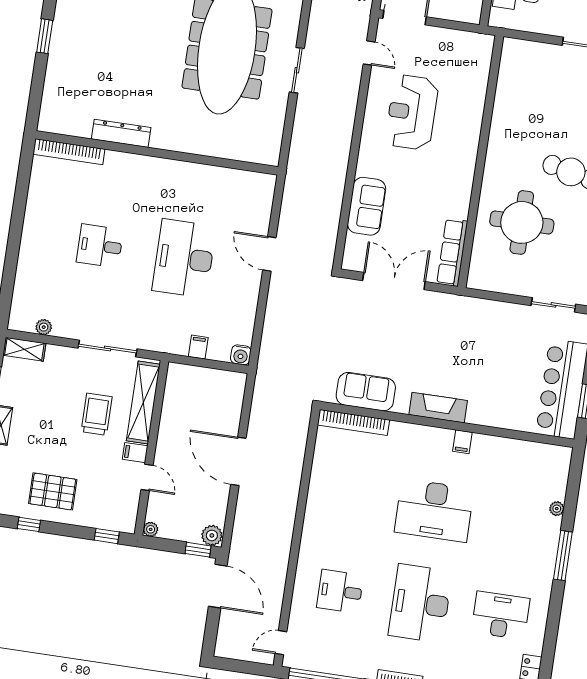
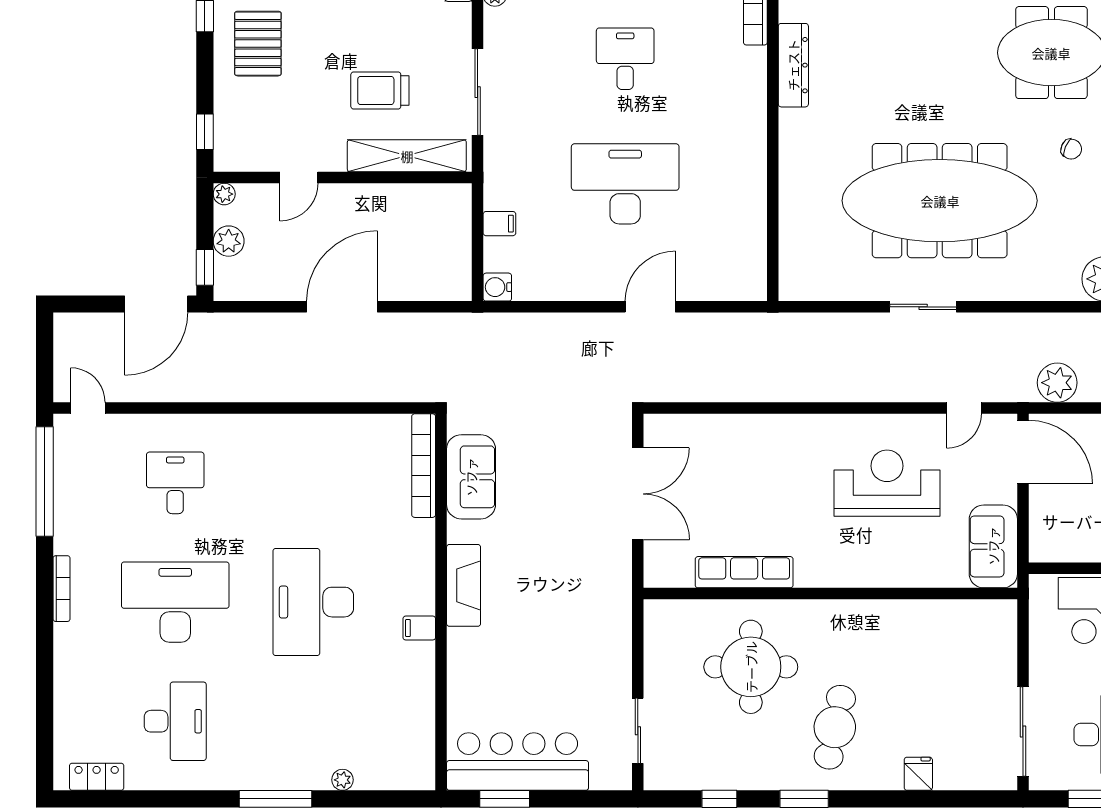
sofa: (367, 206) -> (993, 546), moved, turned 90
row of seats: (452, 252) -> (744, 572), moved
trolley: (97, 414) -> (380, 90), turned 180
filing cabinet: (135, 453) -> (332, 155), removed
plant: (212, 535) -> (229, 241), moved

